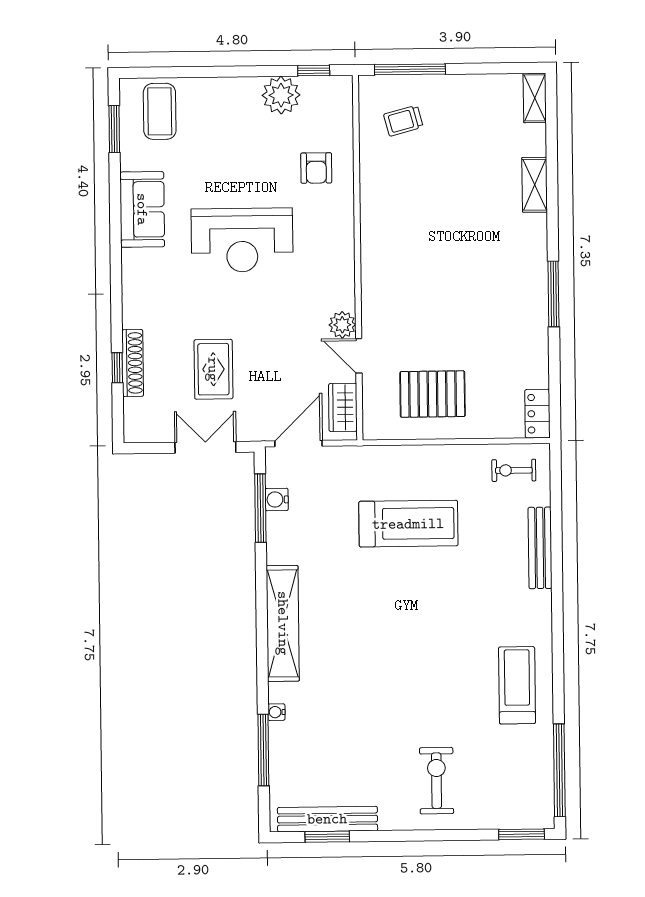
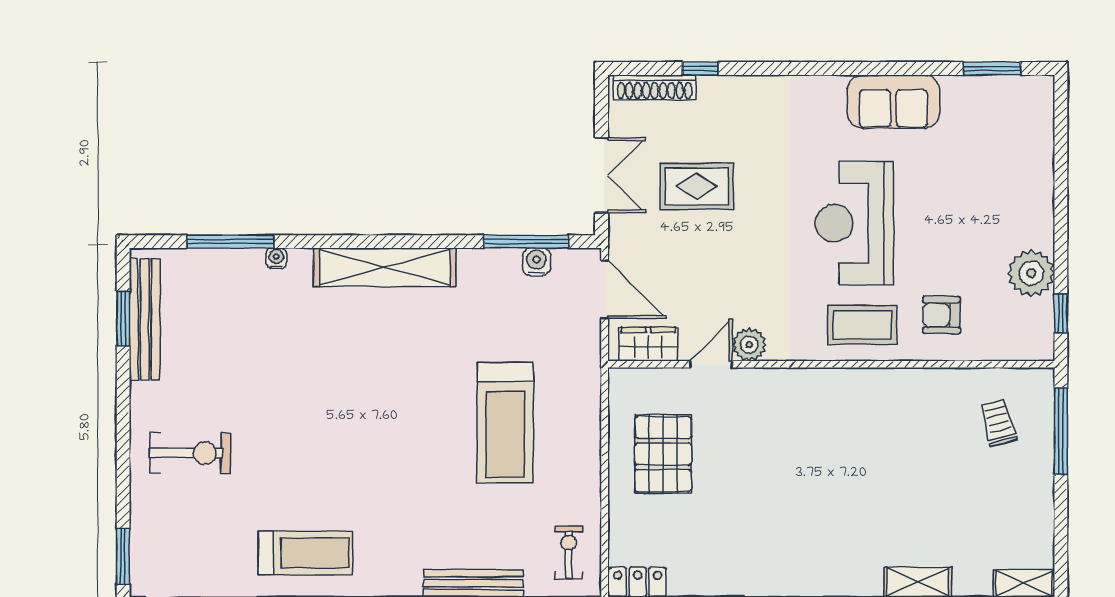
coffee table: (160, 111) -> (862, 325), moved
shoe rack: (133, 363) -> (655, 88), moved

